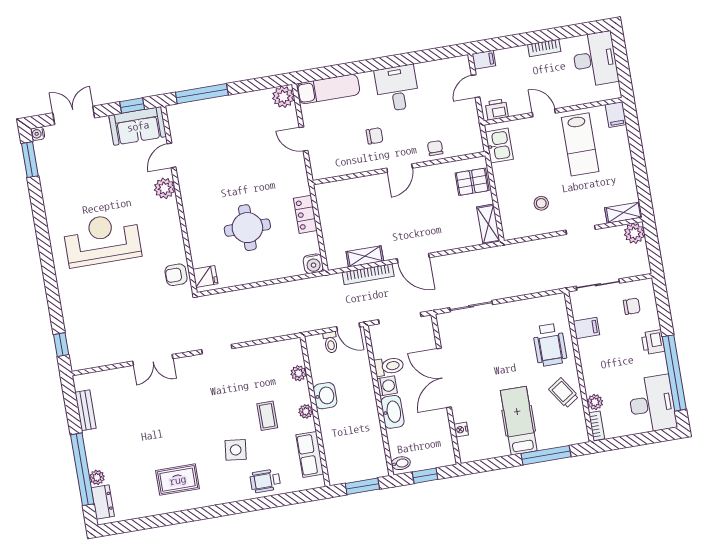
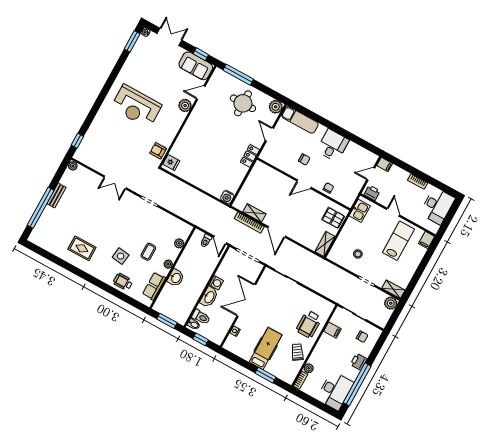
lab bench: (580, 144) -> (398, 241), turned 180
locker: (305, 214) -> (250, 156), moved
round table: (247, 228) -> (243, 103), moved
reception desk: (102, 240) -> (136, 106), turned 180
toilet: (389, 366) -> (201, 317), moved
washbasin: (325, 396) -> (176, 278), moved
bench: (86, 410) -> (56, 196), moved
window: (546, 455) -> (266, 375), width x0.69
plant: (97, 477) -> (73, 166), moved
dresser: (103, 502) -> (38, 231), removed

